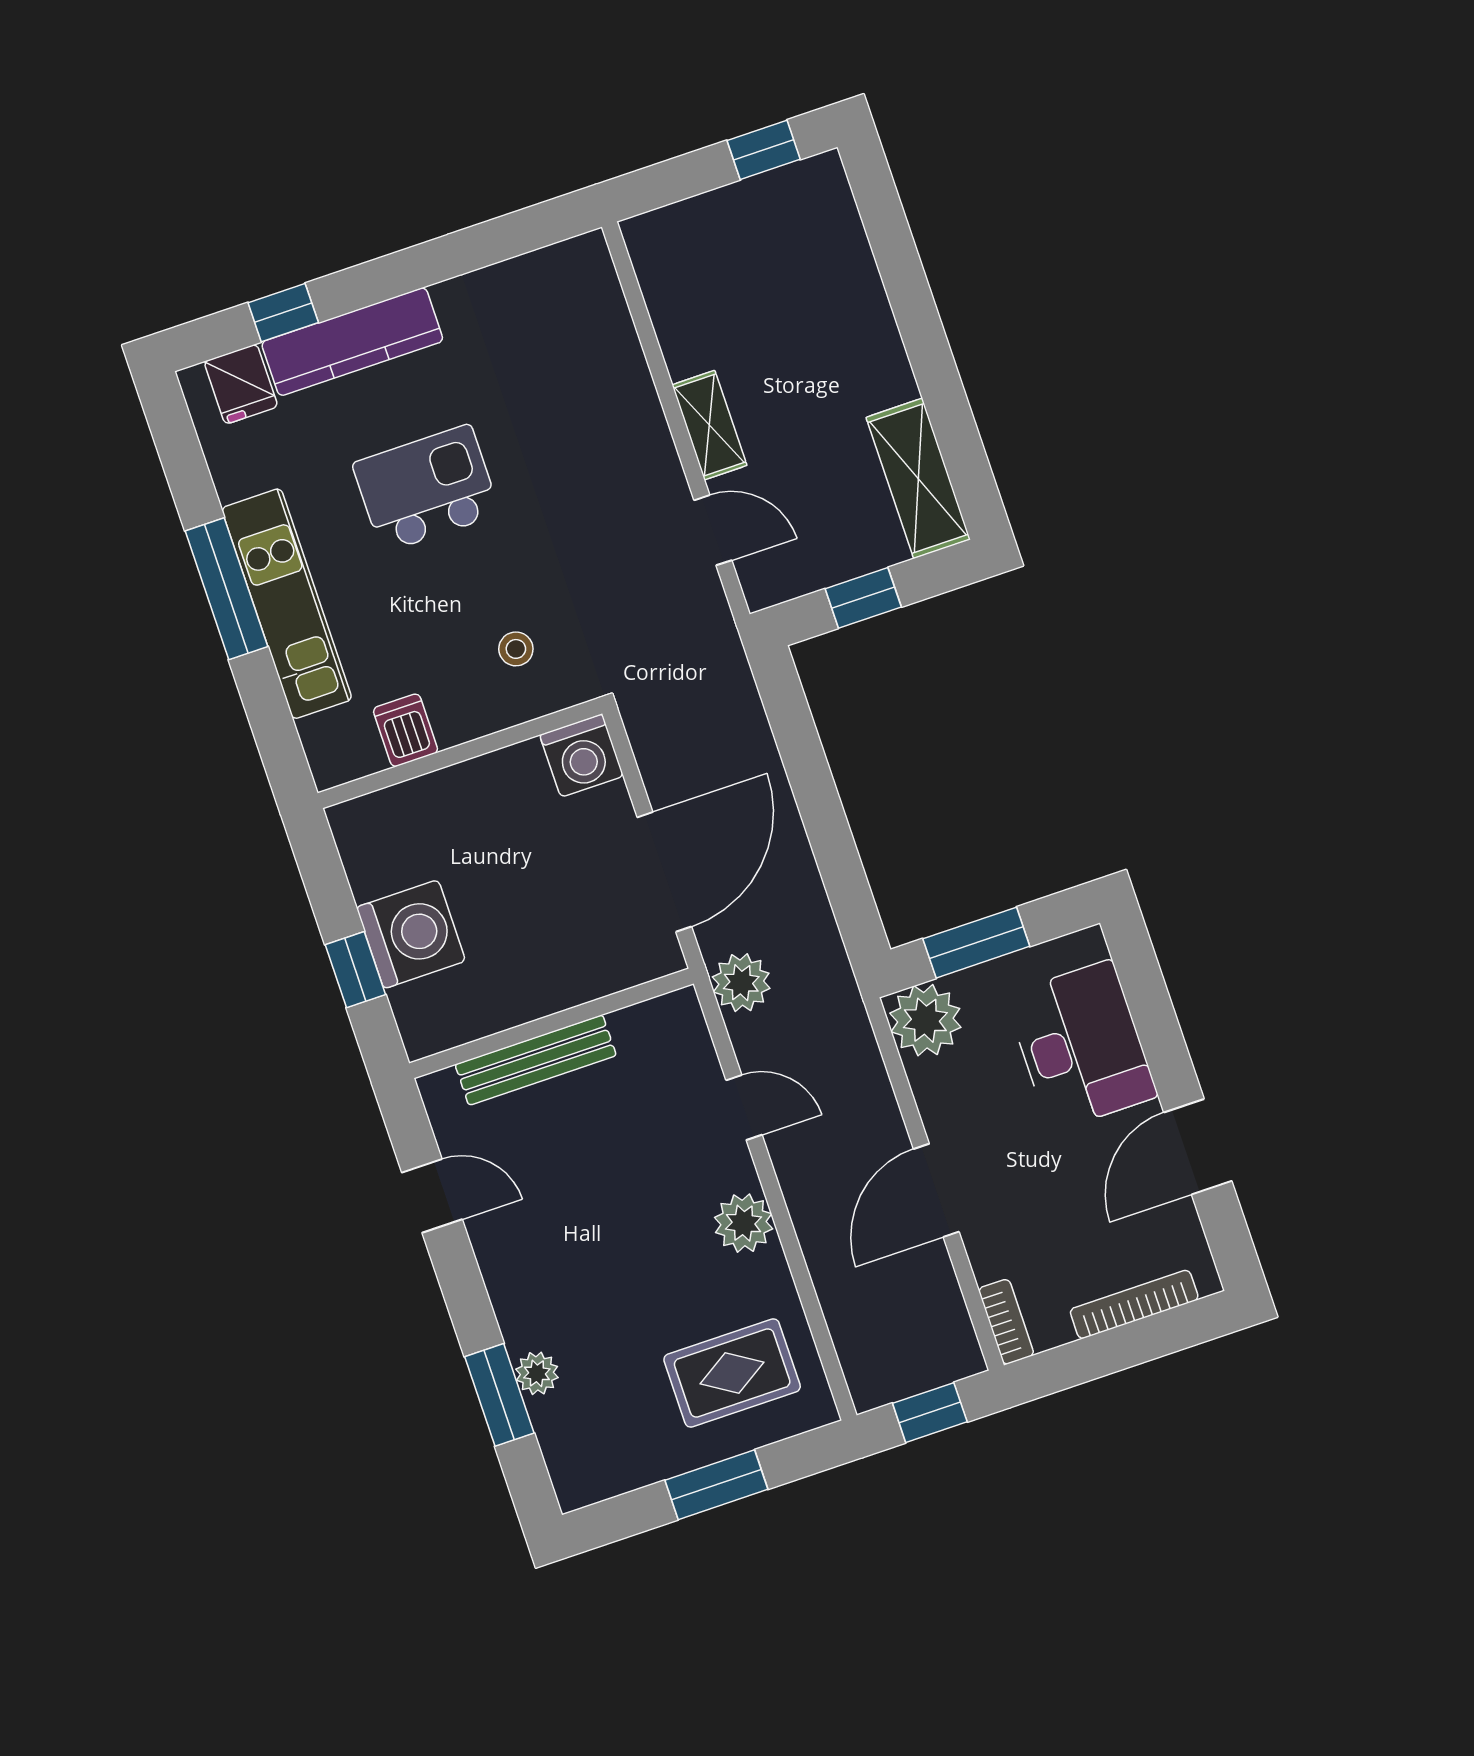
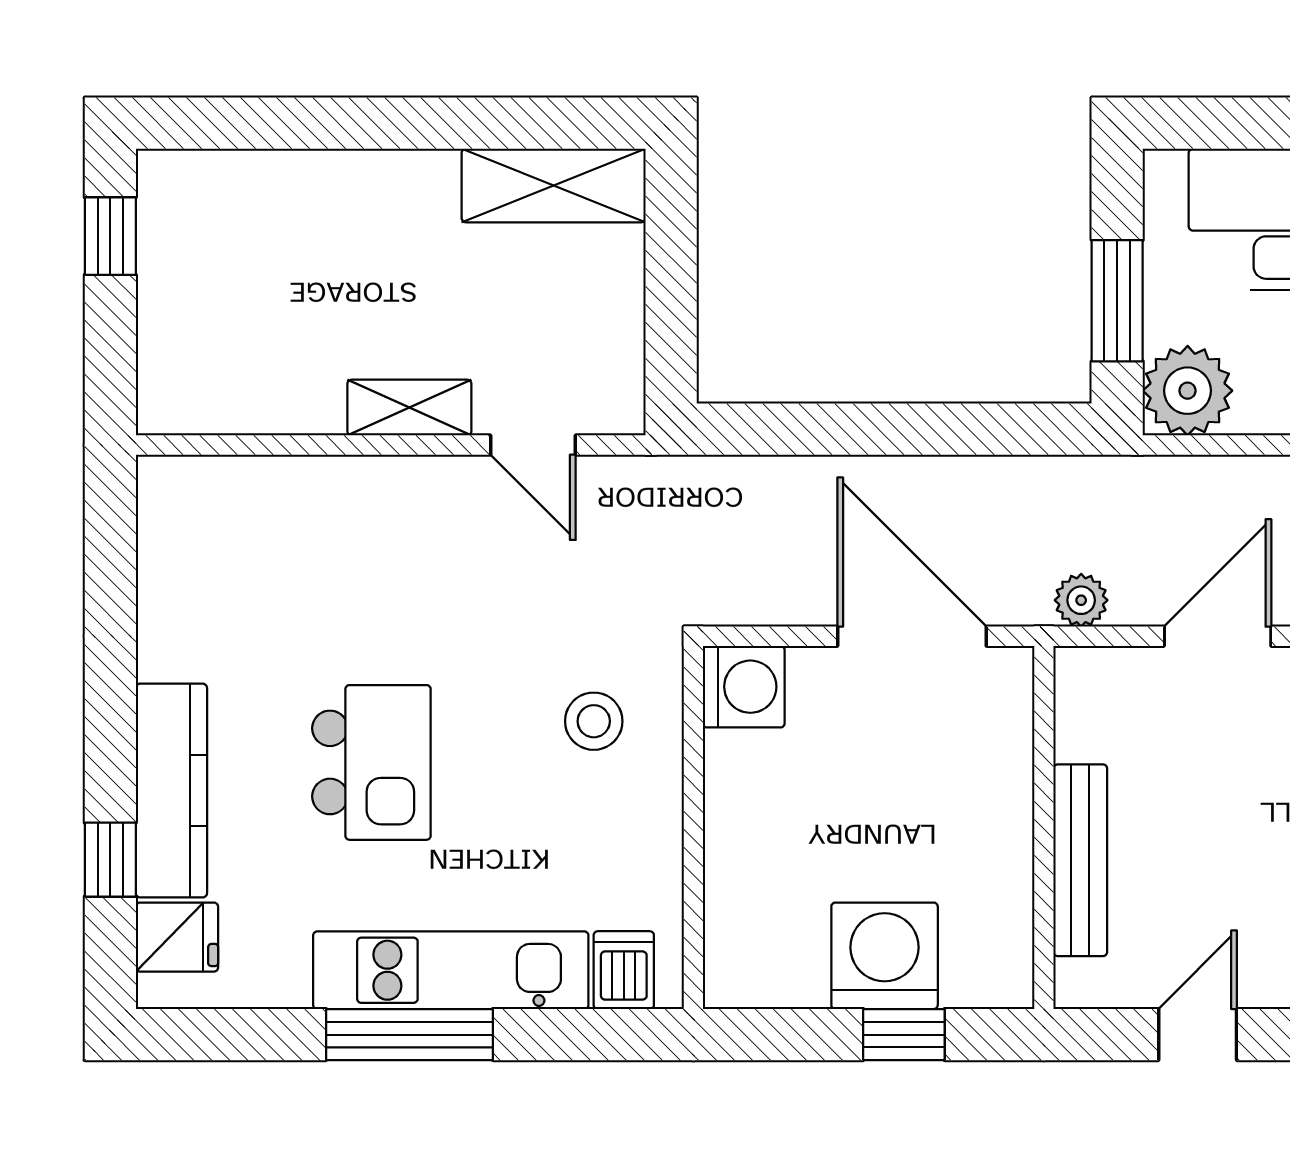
kitchen island: (426, 488) -> (371, 762), turned 180
door: (713, 530) -> (533, 445), swing flipped
window: (863, 598) -> (671, 297), removed
stool: (516, 649) -> (594, 721), width x1.37, depth x1.37
dishwasher: (406, 730) -> (624, 970), moved, turned 90
plant: (741, 983) -> (1081, 600), width x0.73, depth x0.73
door: (744, 1107) -> (1218, 636), width x1.38

